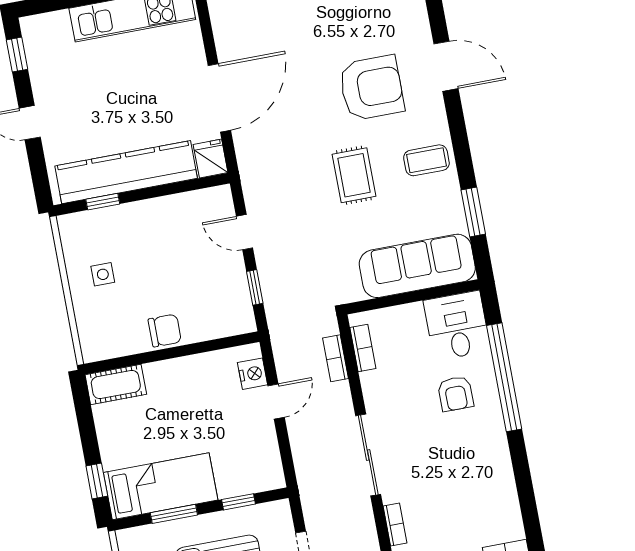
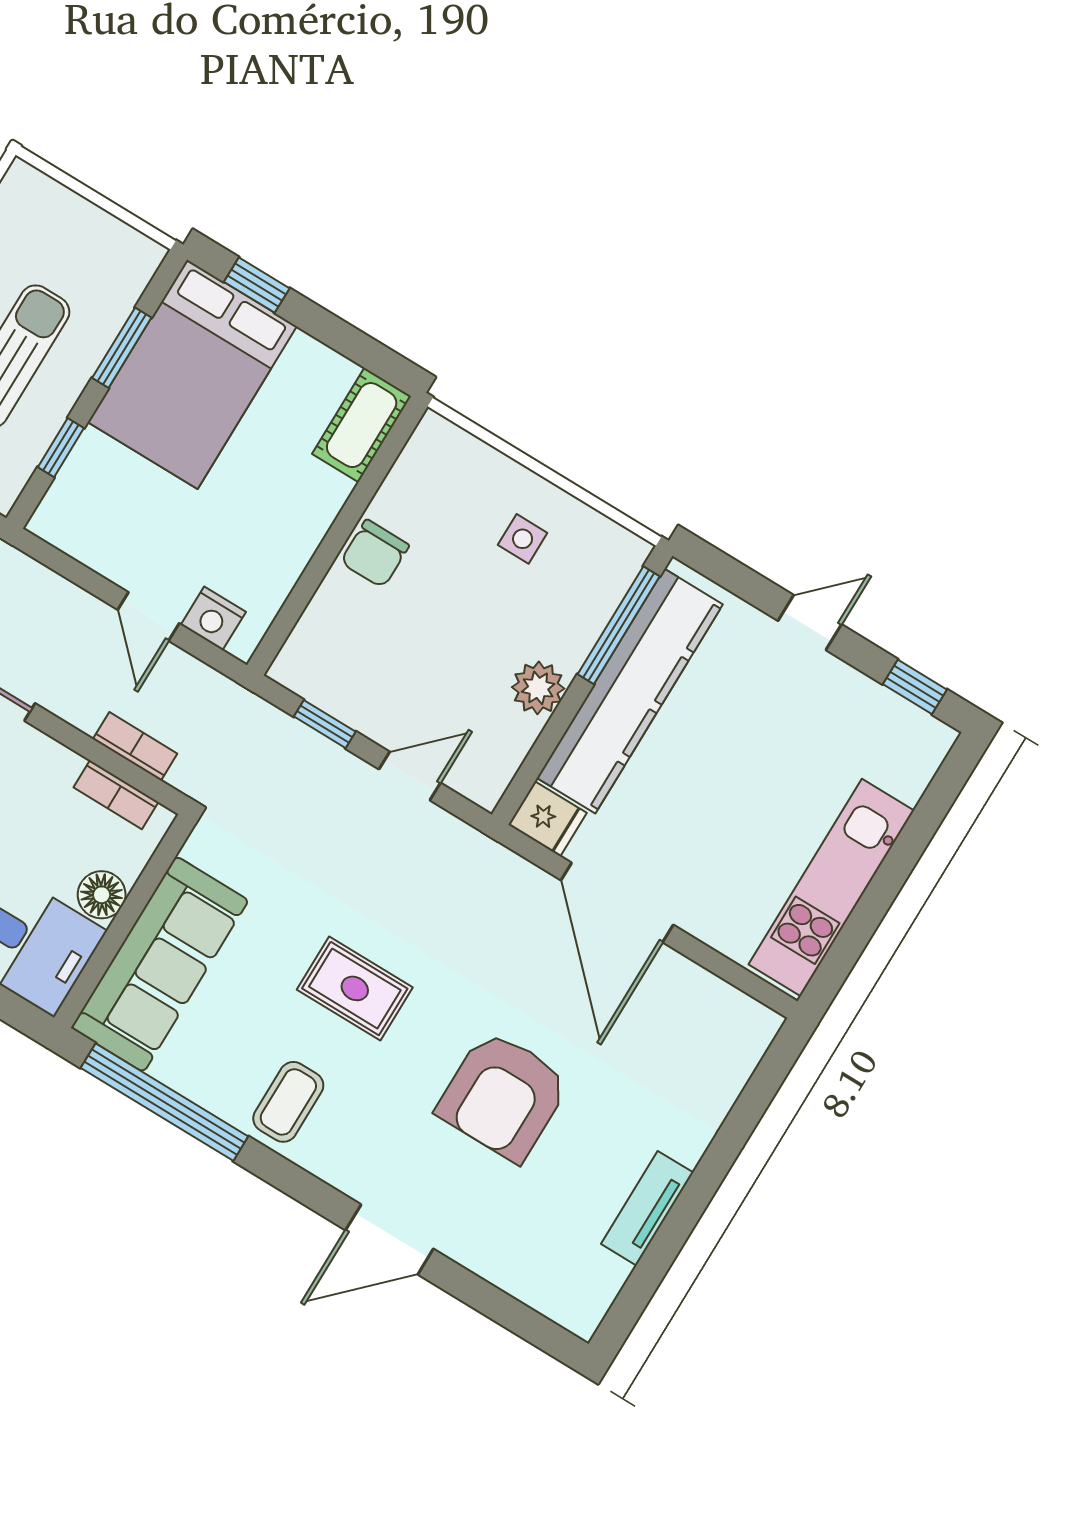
armchair: (371, 88) -> (503, 1096), moved
window: (103, 202) -> (619, 625), width x2.17
plant: (159, 212) -> (538, 688), added
window: (473, 212) -> (164, 1102), width x2.11
floor lamp: (410, 316) -> (102, 895), added
bed: (161, 486) -> (192, 374), width x1.50

